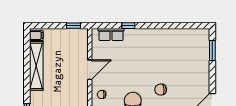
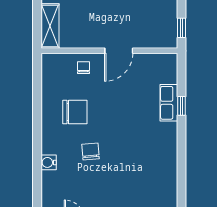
row of seats: (111, 35) -> (169, 103), moved
door: (90, 70) -> (119, 51), hinge flipped

